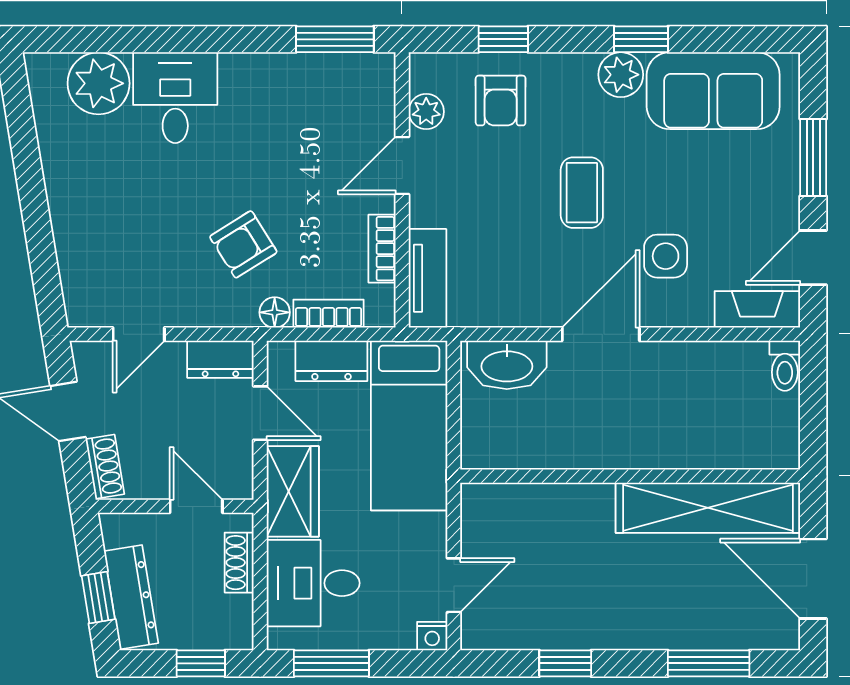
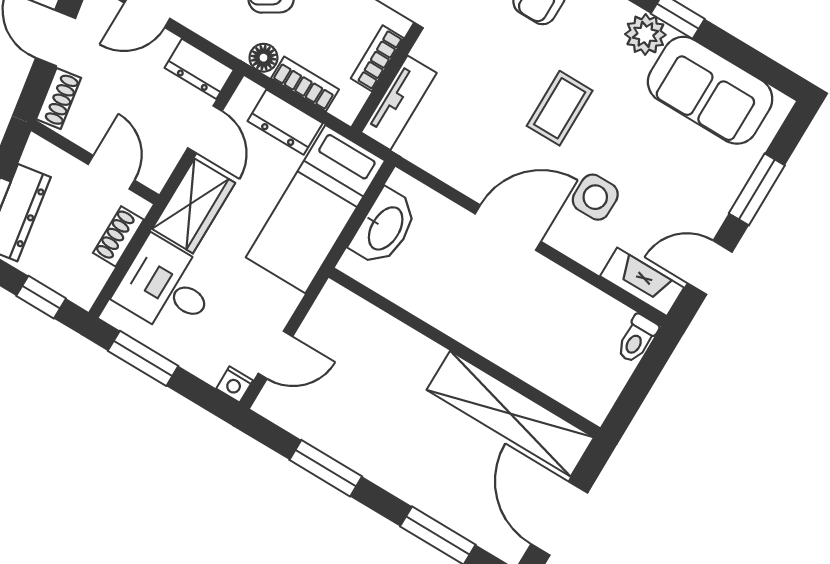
washbasin: (507, 365) -> (384, 228), moved, turned -90
window: (565, 663) -> (326, 468), width x1.50

